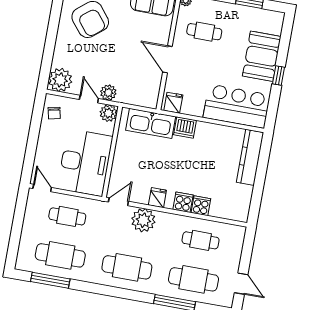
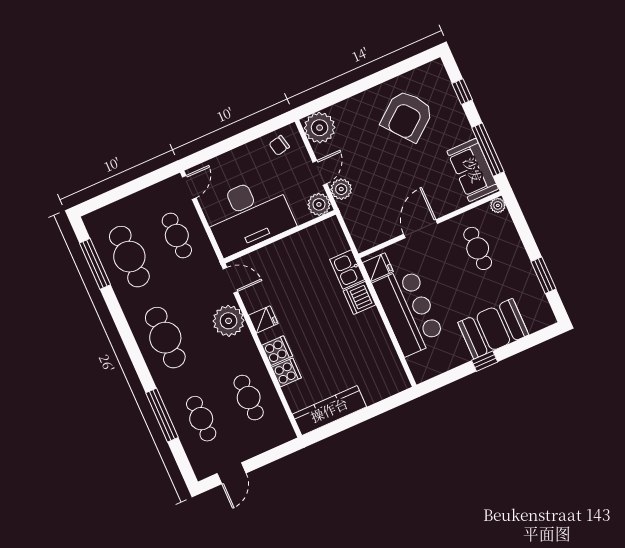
bar counter: (237, 106) -> (409, 311), moved
kitchen sink: (151, 123) -> (347, 270), width x0.53, depth x0.81
kitchen counter: (250, 157) -> (329, 410), moved
cafe table: (194, 279) -> (201, 419), width x0.73, depth x0.74

